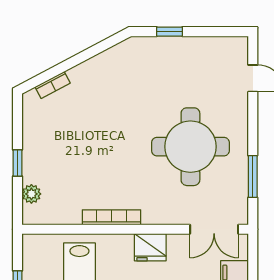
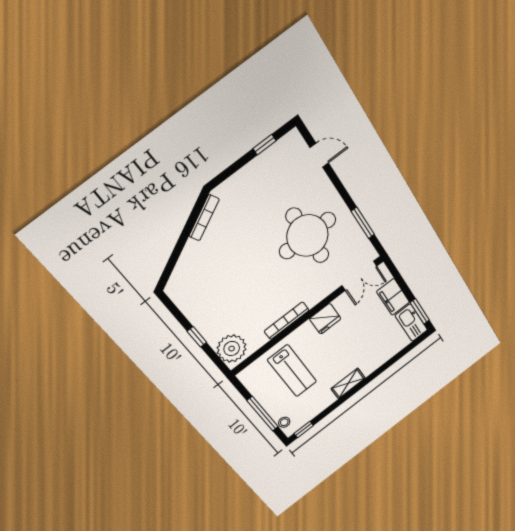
window: (169, 32) -> (265, 145), moved
bookcase: (53, 85) -> (204, 218), moved, width x1.56
plant: (31, 194) -> (232, 349), width x1.88, depth x1.88

